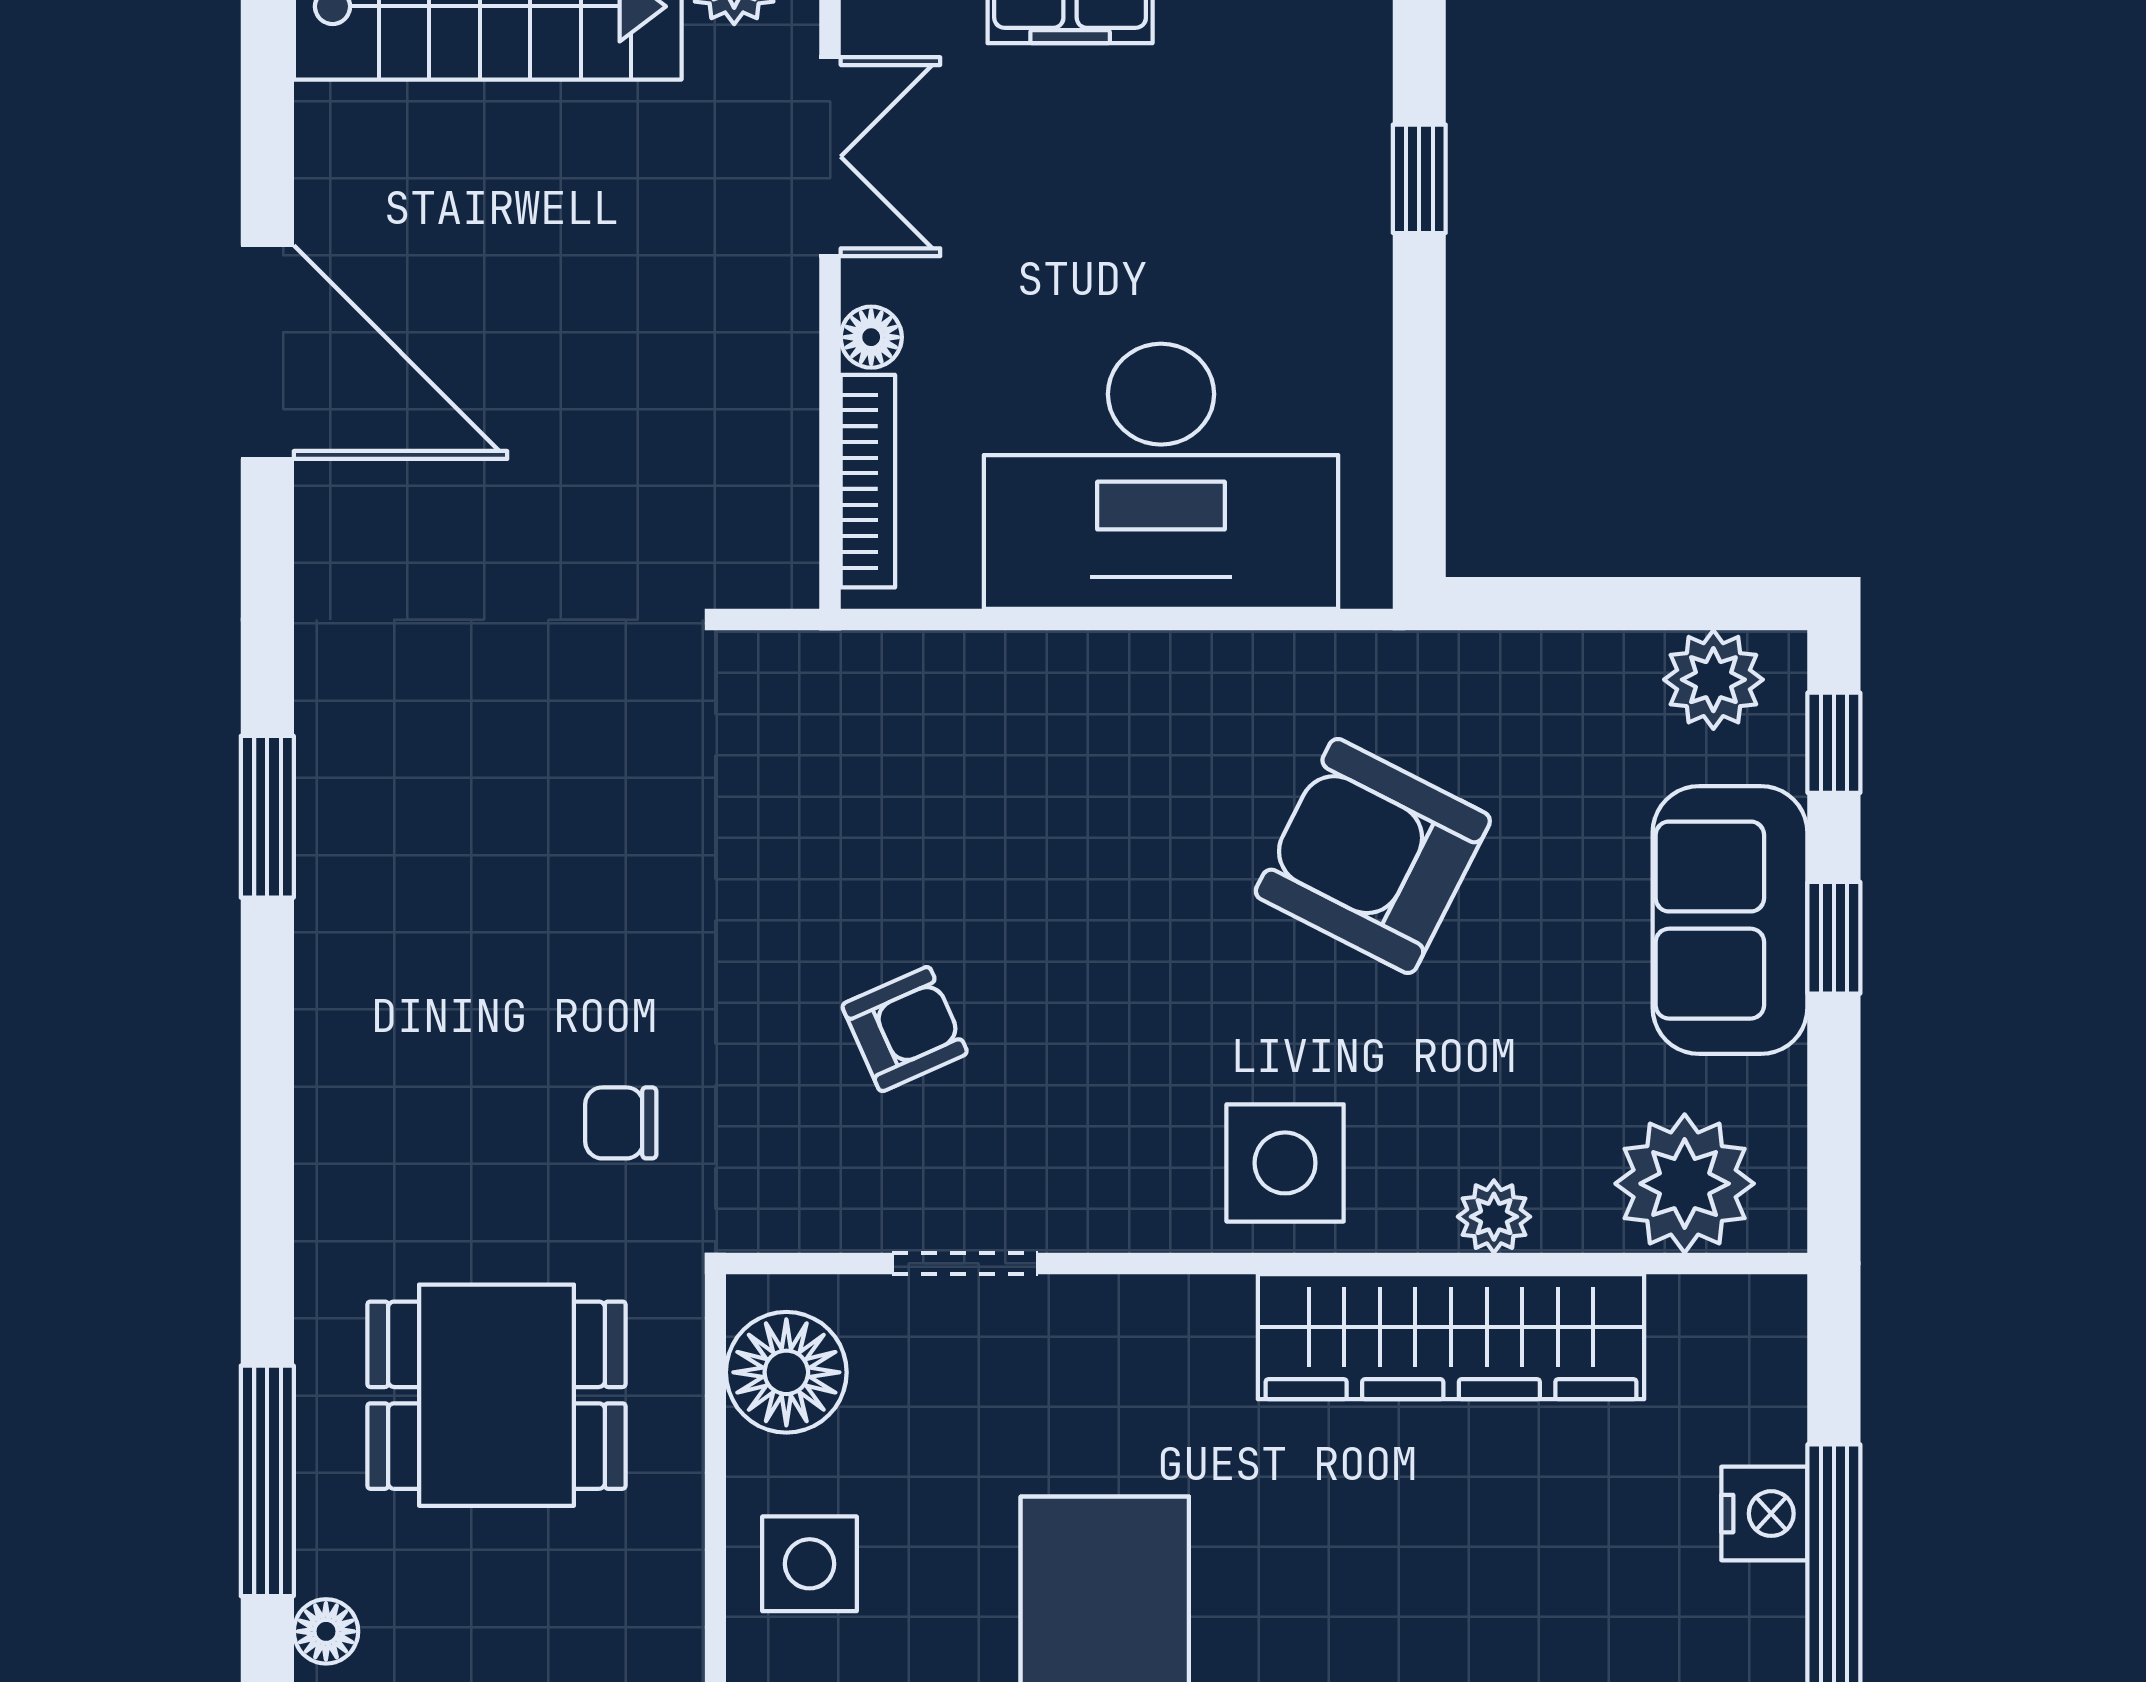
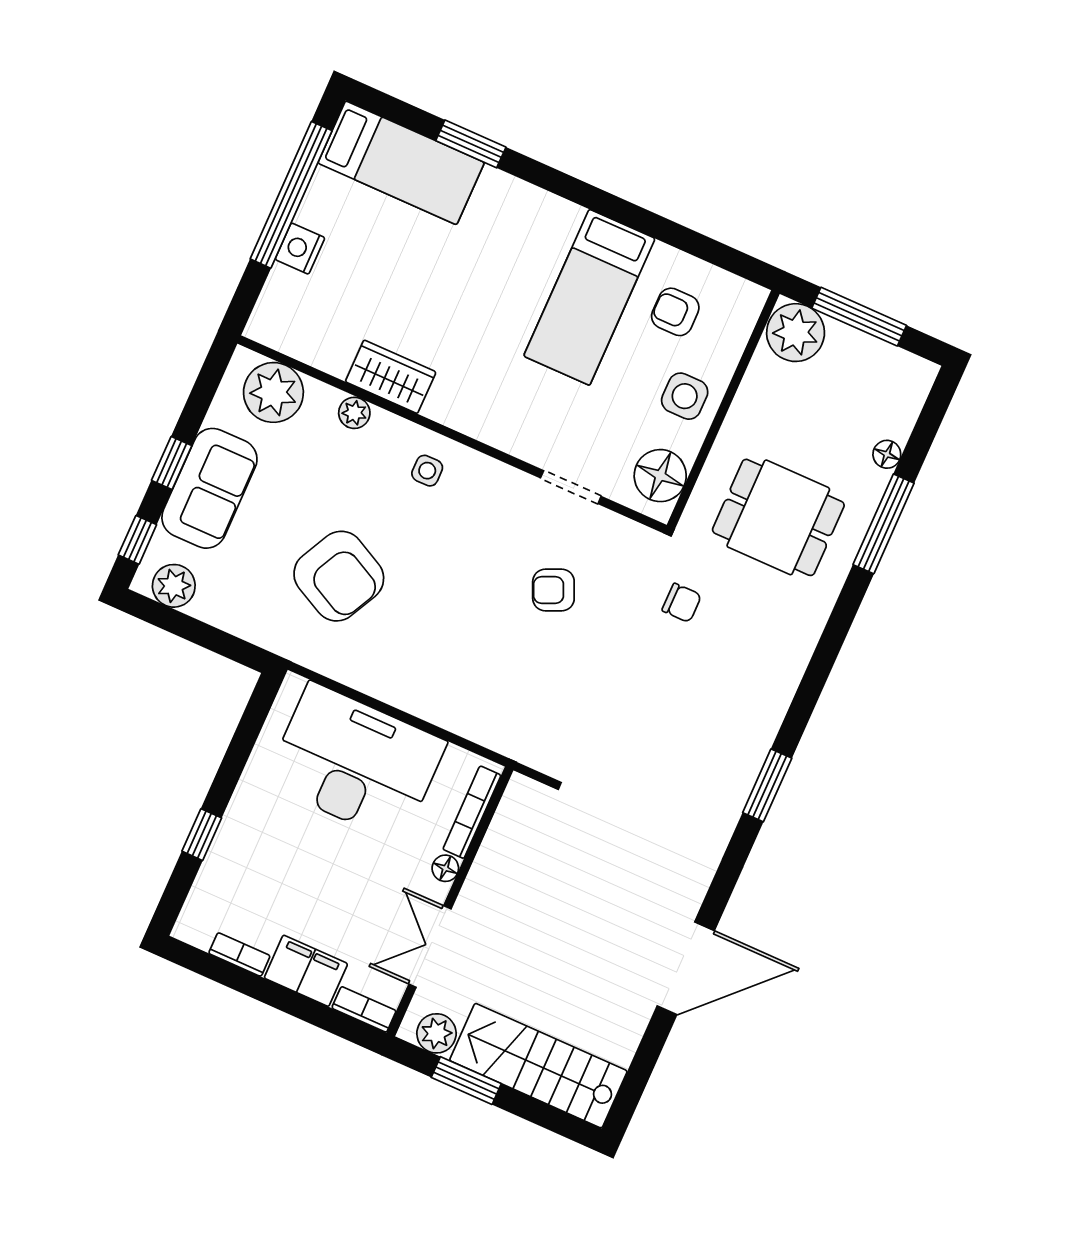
door: (267, 352) -> (686, 968), swing flipped
side table: (1285, 1163) -> (427, 471), width x0.54, depth x0.54
wardrobe: (1451, 1337) -> (391, 377), width x0.48, depth x0.85

